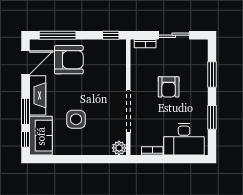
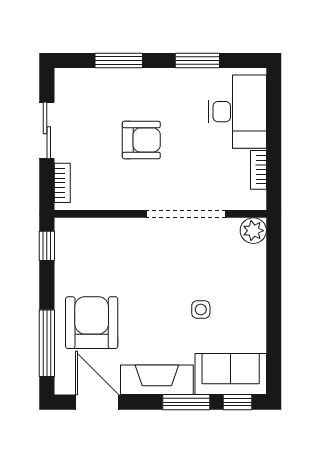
side table: (76, 119) -> (201, 310), width x0.54, depth x0.54

